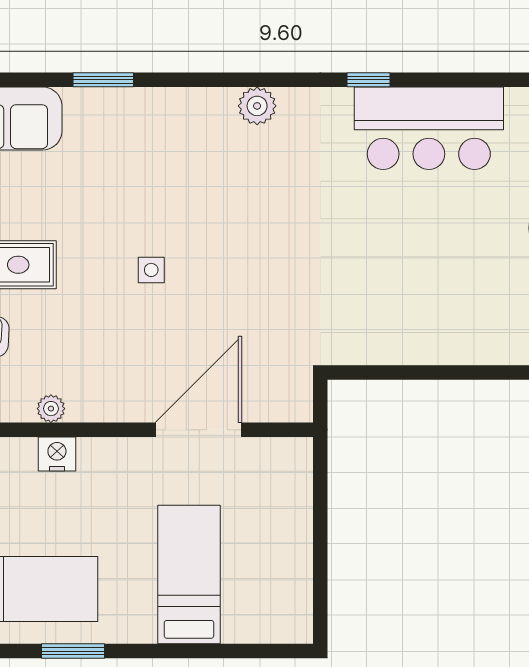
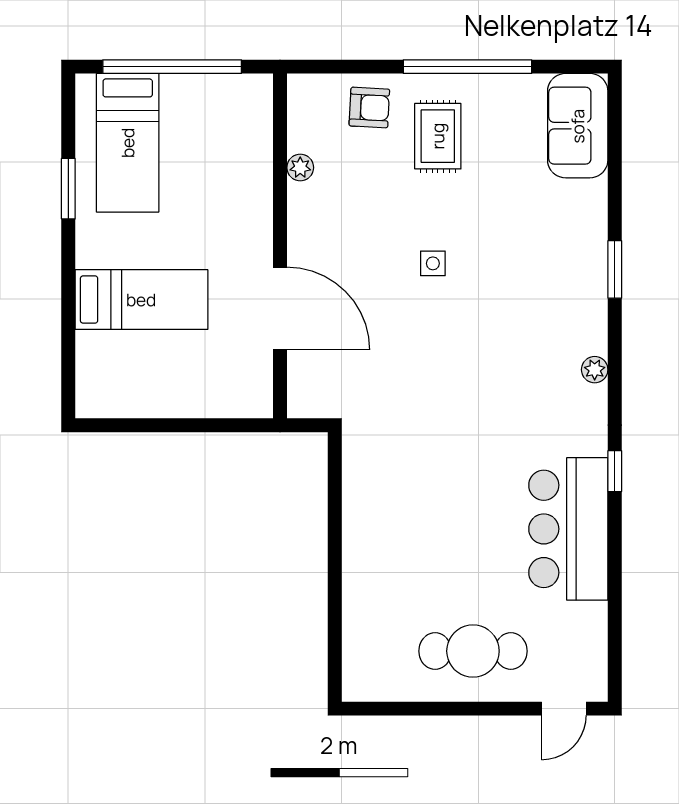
window: (103, 80) -> (615, 269), moved
plant: (257, 106) -> (595, 370), width x0.73, depth x0.73
nightstand: (57, 454) -> (257, 173), removed

